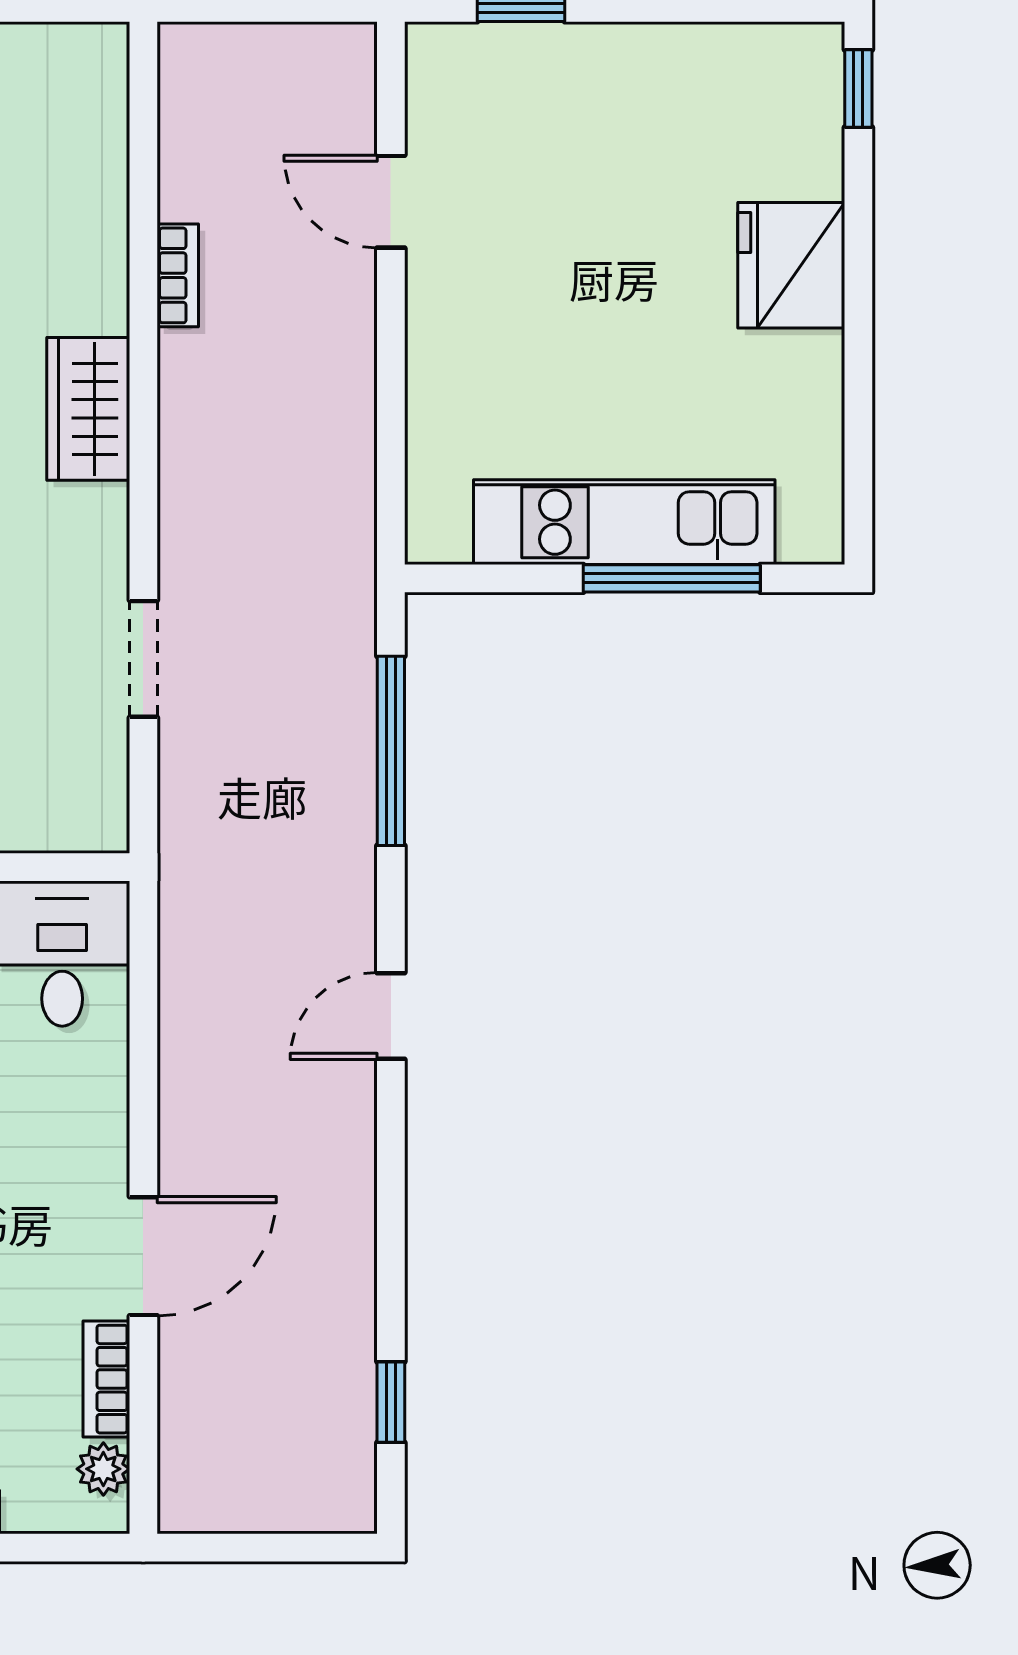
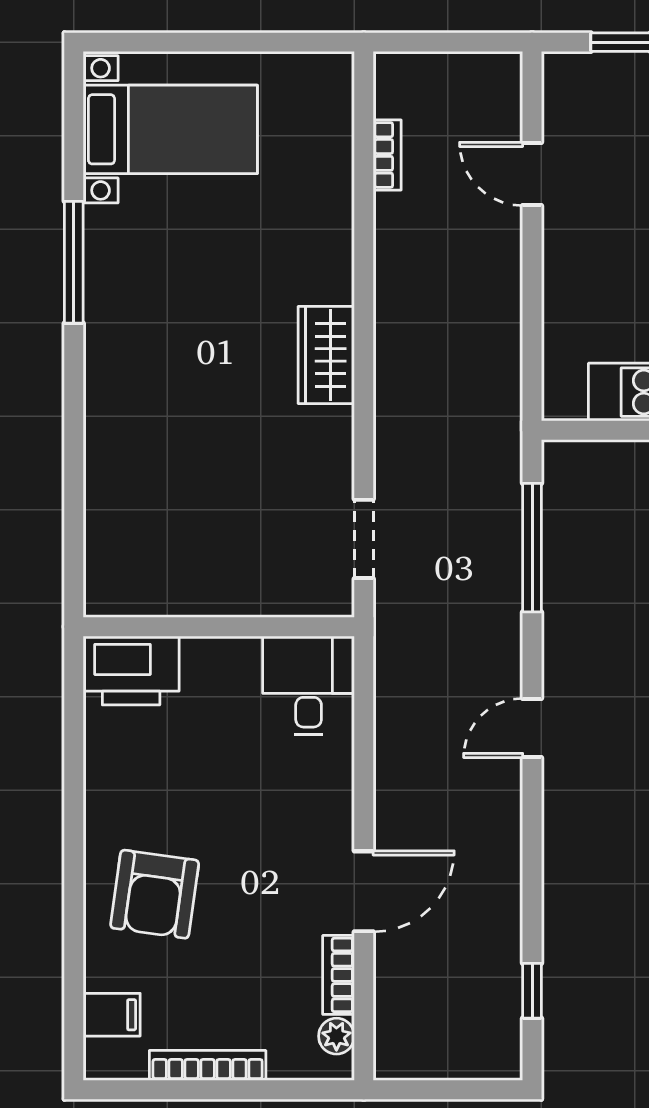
bookcase: (178, 275) -> (387, 155), moved
wardrobe: (88, 409) -> (326, 355), moved
doorway: (143, 659) -> (364, 539), moved

